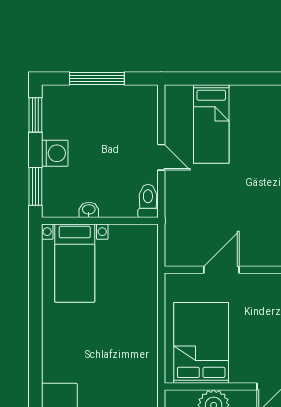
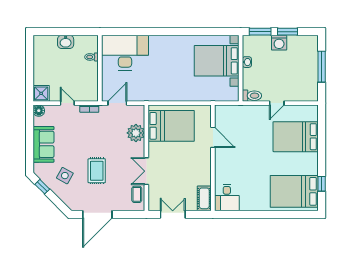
window: (35, 115) -> (288, 32), moved
bed: (211, 124) -> (296, 137), width x1.50
bed with nightstands: (75, 263) -> (217, 61), width x1.36

